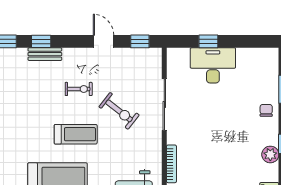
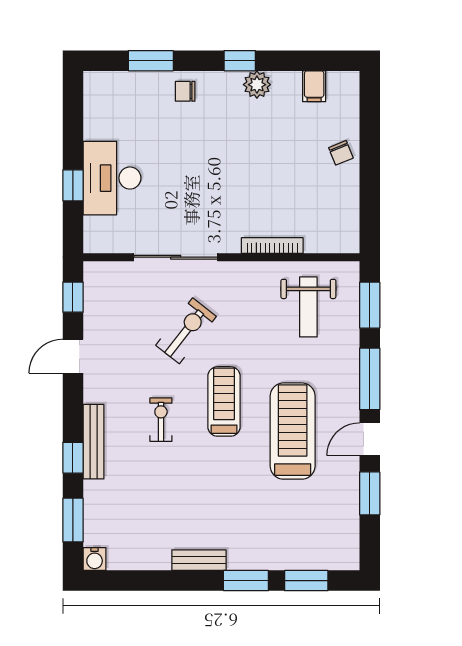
bench: (45, 54) -> (94, 442), width x1.36
exercise bike: (79, 89) -> (161, 420), moved

